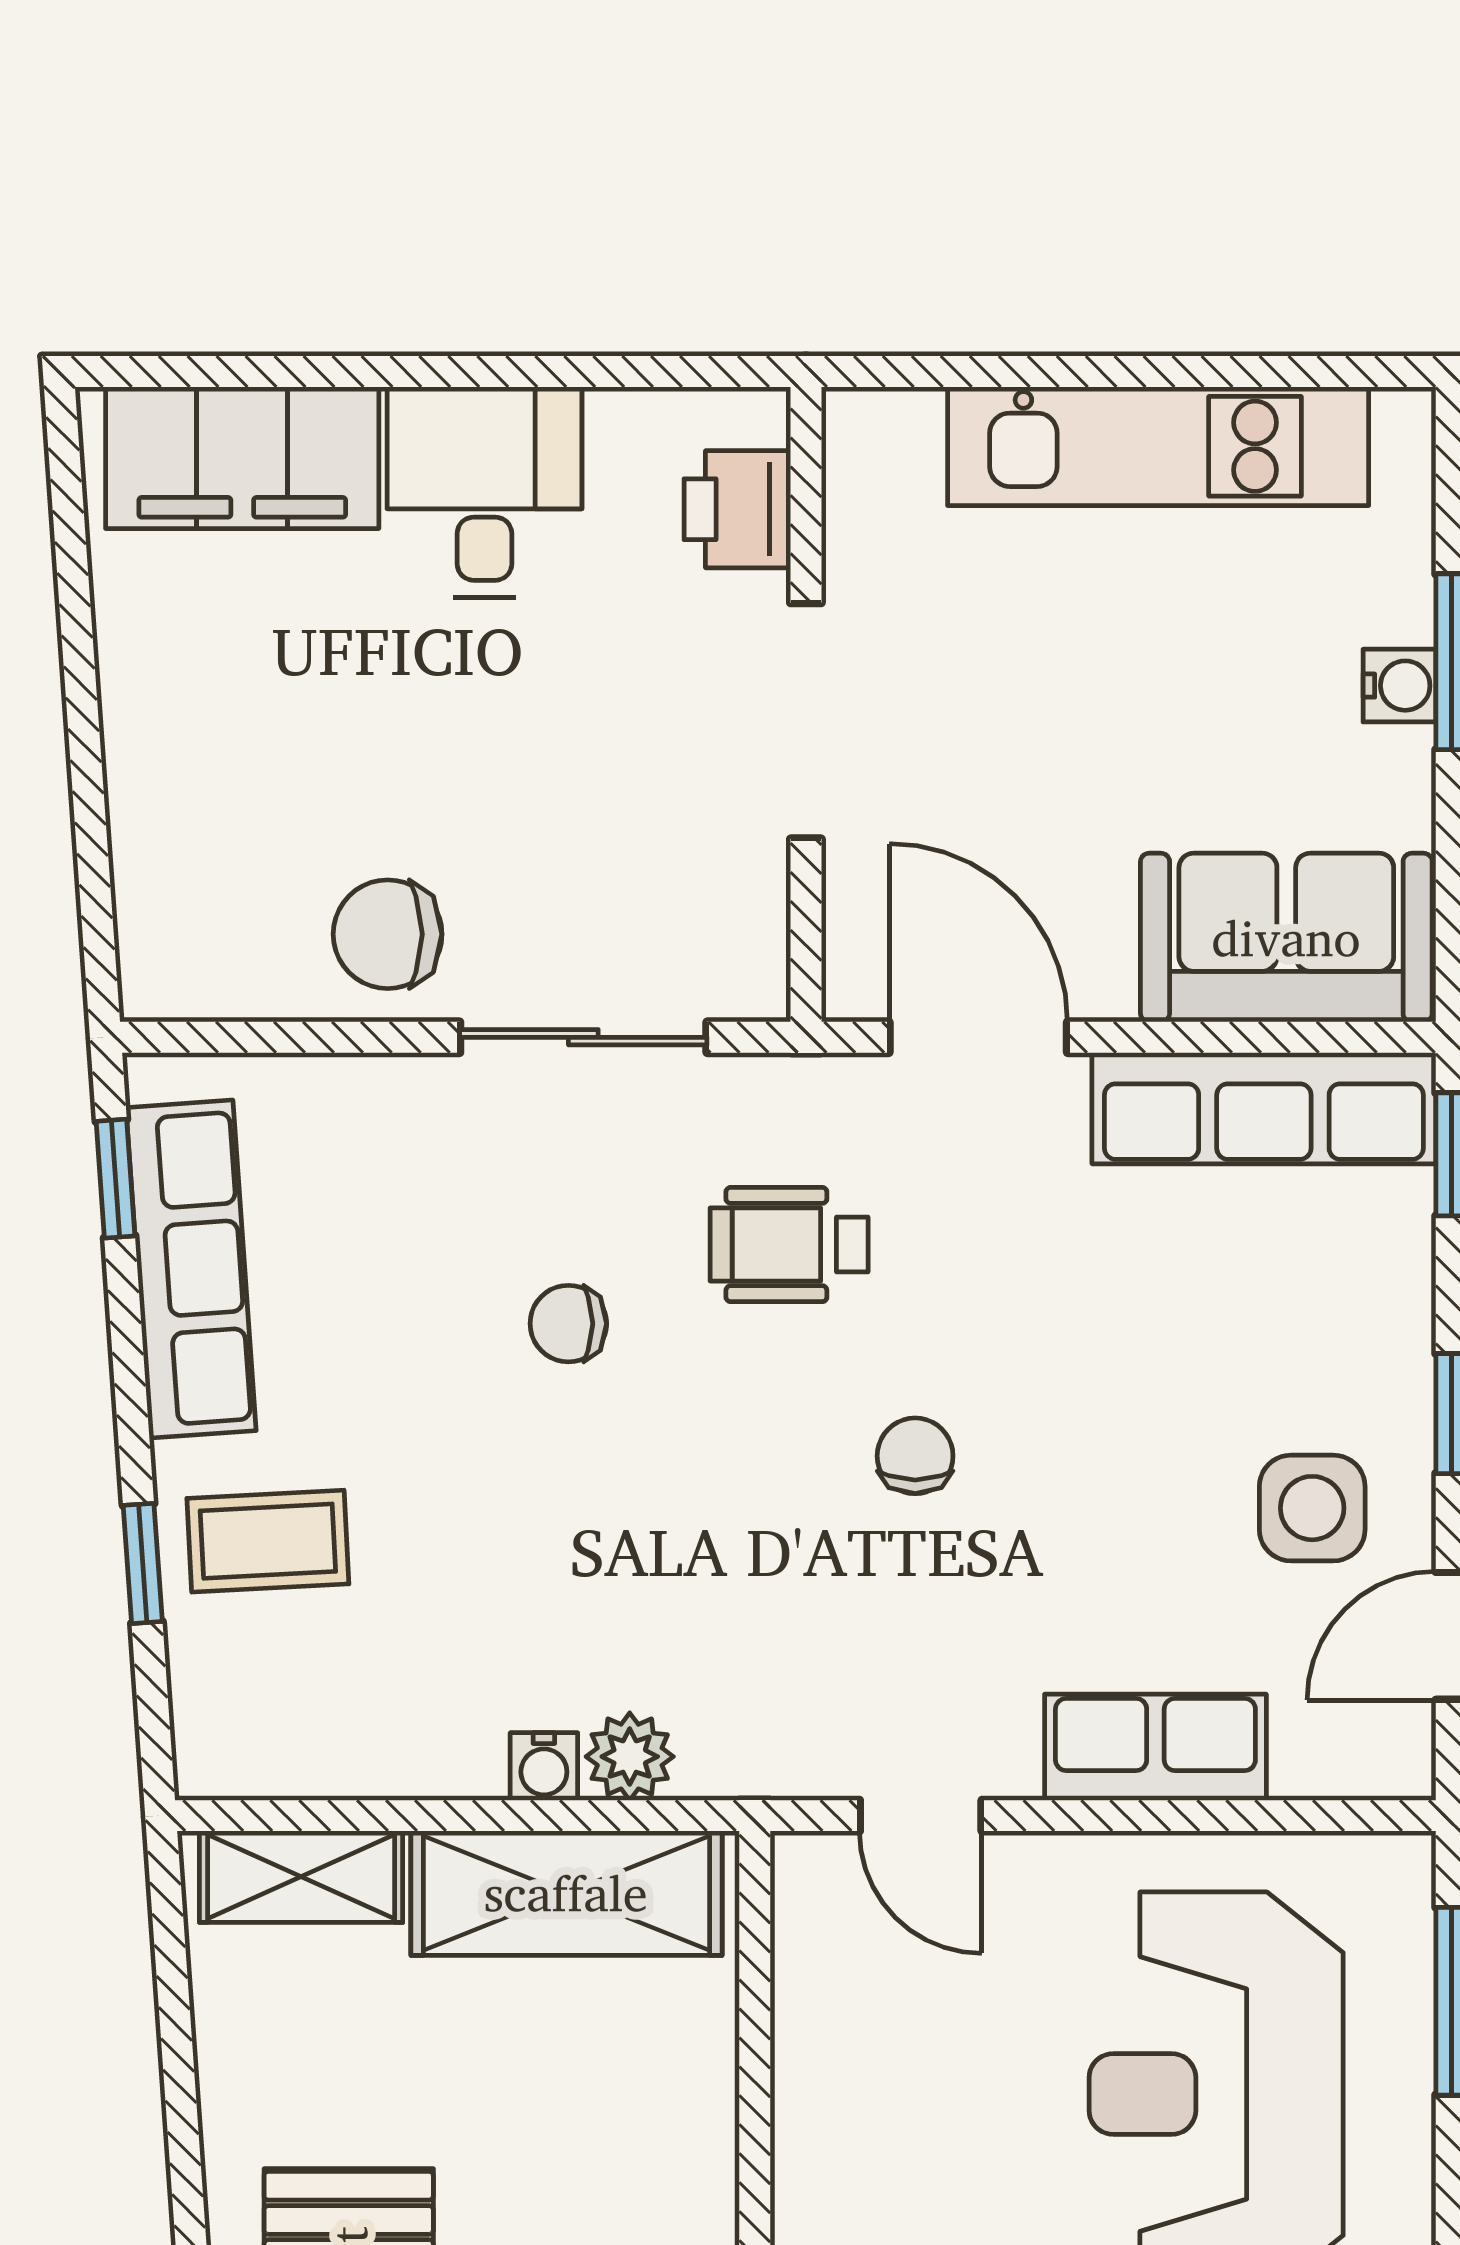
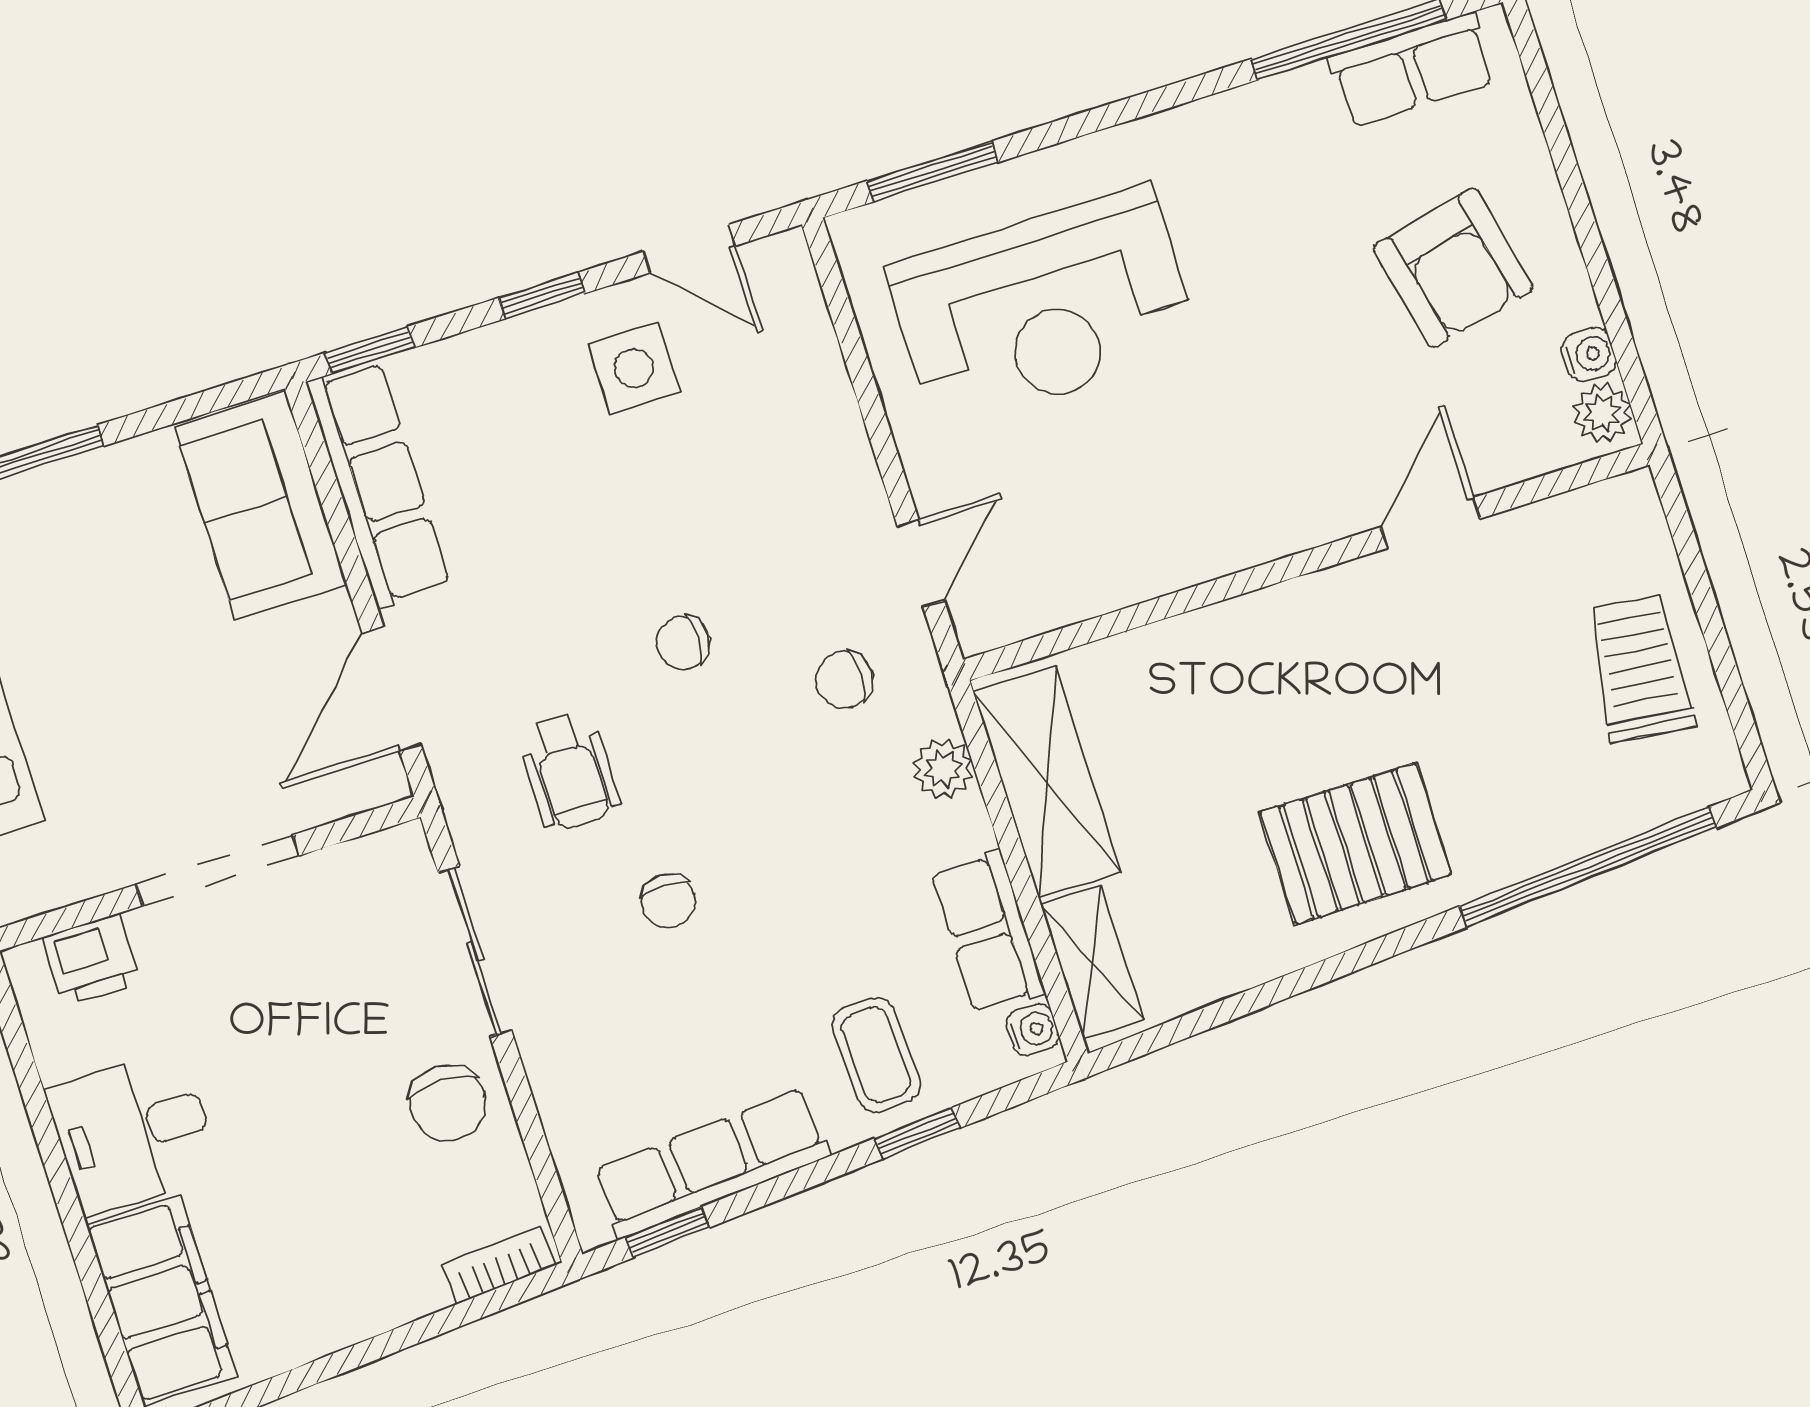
water cooler: (1399, 686) -> (69, 483), removed
bookcase: (144, 933) -> (498, 1265), added
chair: (794, 1661) -> (845, 680), added
row of seats: (1155, 1747) -> (988, 932), moved
water cooler: (544, 1766) -> (1033, 1030), moved

